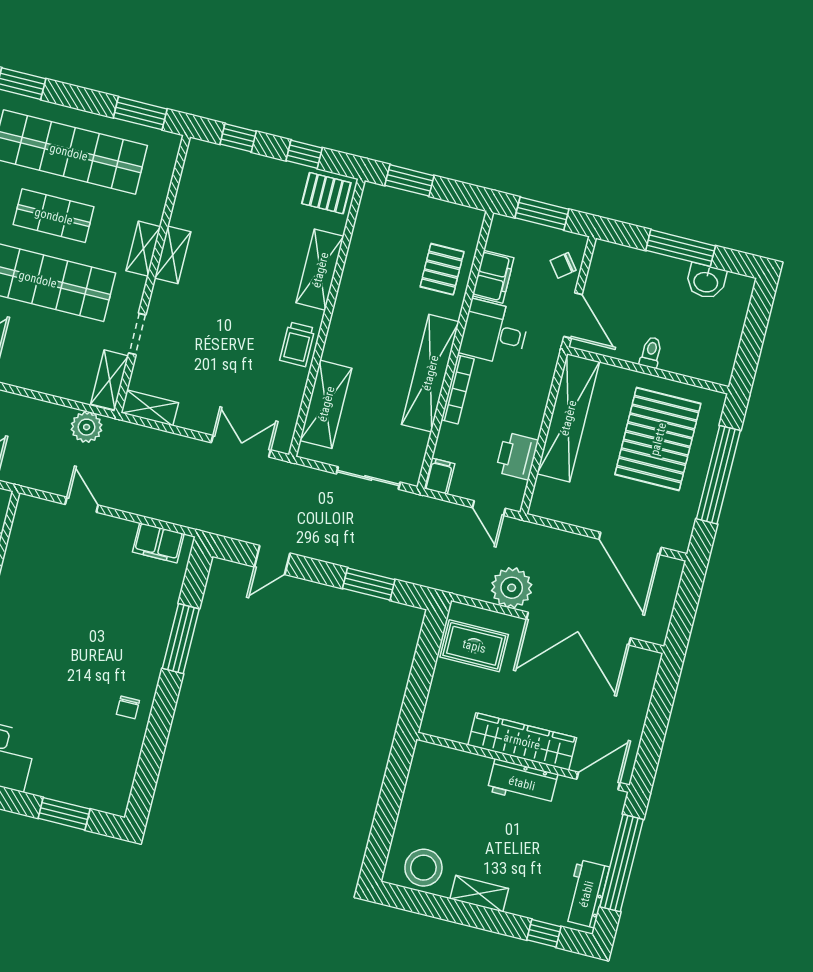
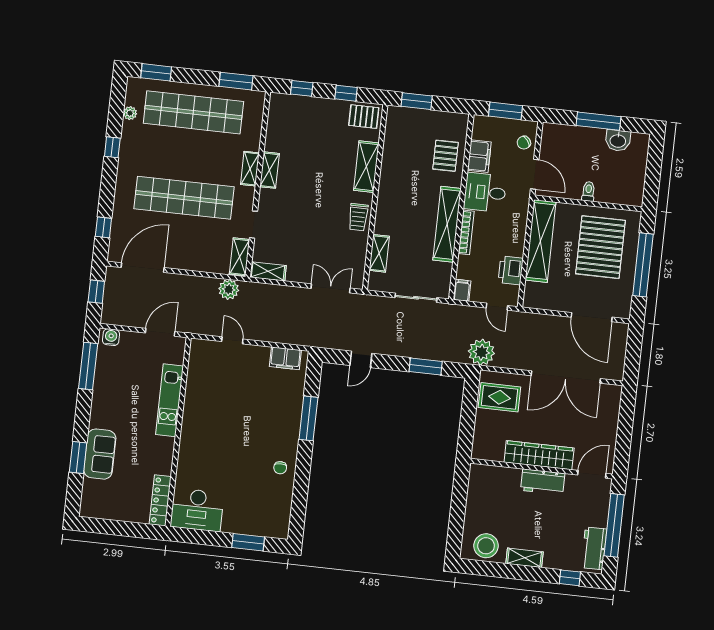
shop shelf: (54, 216) -> (189, 155), removed
shelving: (326, 404) -> (379, 253), width x0.67, depth x0.75
plant: (512, 588) -> (481, 352), moved

